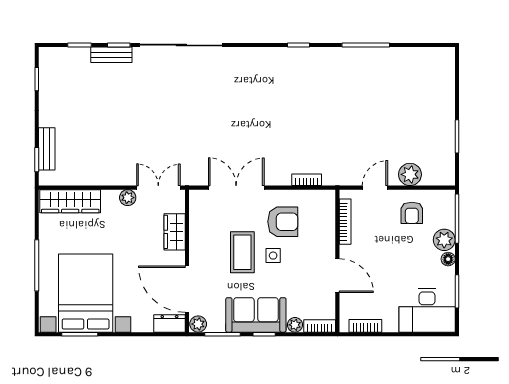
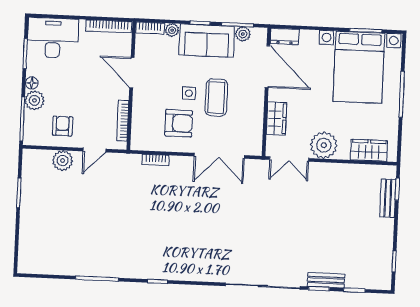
plant: (128, 198) -> (324, 145), width x1.88, depth x1.88
wardrobe: (70, 201) -> (369, 150), width x0.67
armchair: (283, 222) -> (179, 123), turned 180
plant: (198, 324) -> (243, 34), moved
bookcase: (365, 326) -> (109, 26), width x1.56

